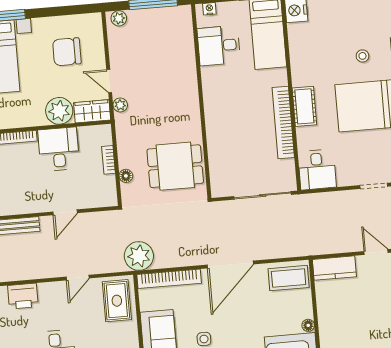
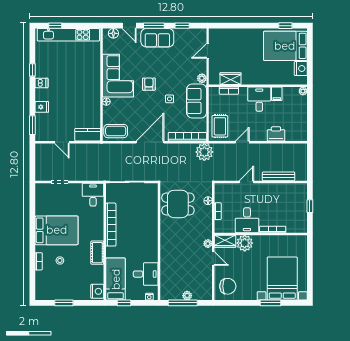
plant: (119, 18) -> (187, 296), moved
chair: (67, 52) -> (228, 286), moved
cot: (304, 106) -> (97, 253), moved

